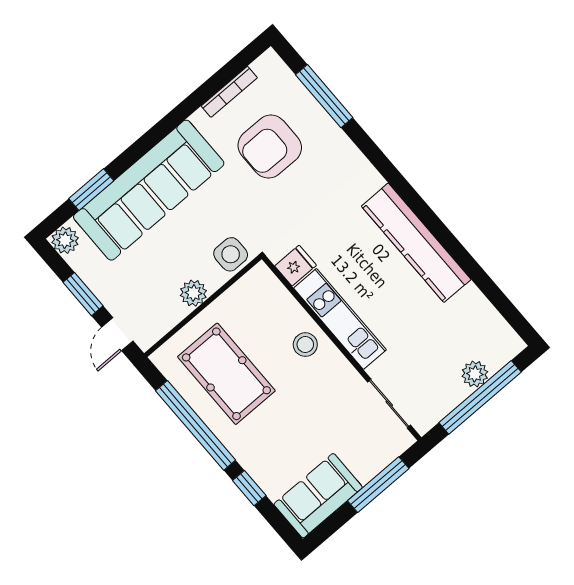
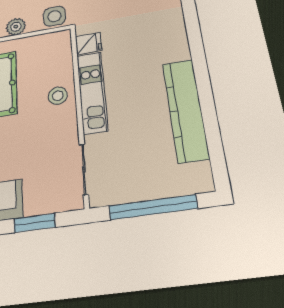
kitchen counter: (416, 243) -> (185, 110), moved
plant: (475, 374) -> (160, 187), removed
window: (378, 485) -> (35, 223), width x0.69

